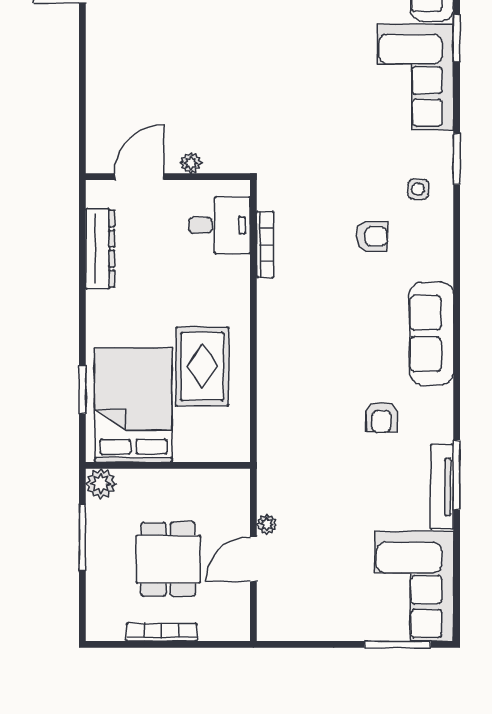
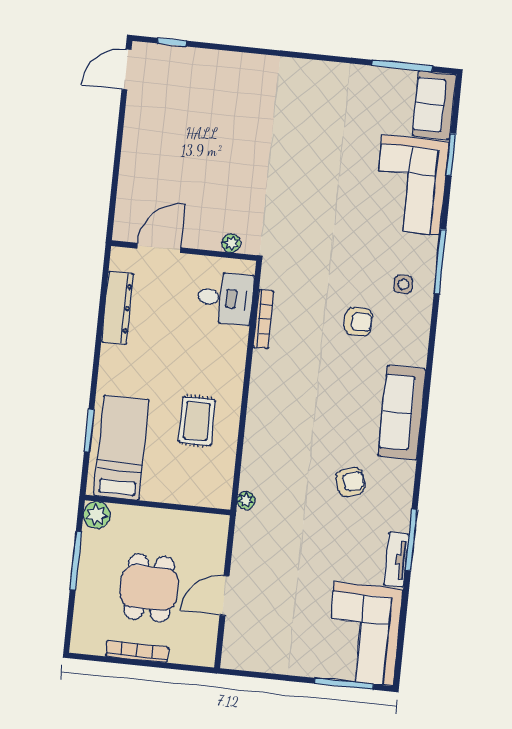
window: (457, 159) -> (440, 261), width x1.44
plant: (191, 163) -> (231, 243), moved
rug: (202, 366) -> (197, 421), width x0.73, depth x0.70
bed: (133, 405) -> (121, 447), width x0.67
armchair: (381, 417) -> (350, 482), turned -109
tv unit: (442, 487) -> (396, 560), width x0.71
plant: (267, 524) -> (246, 500), moved

